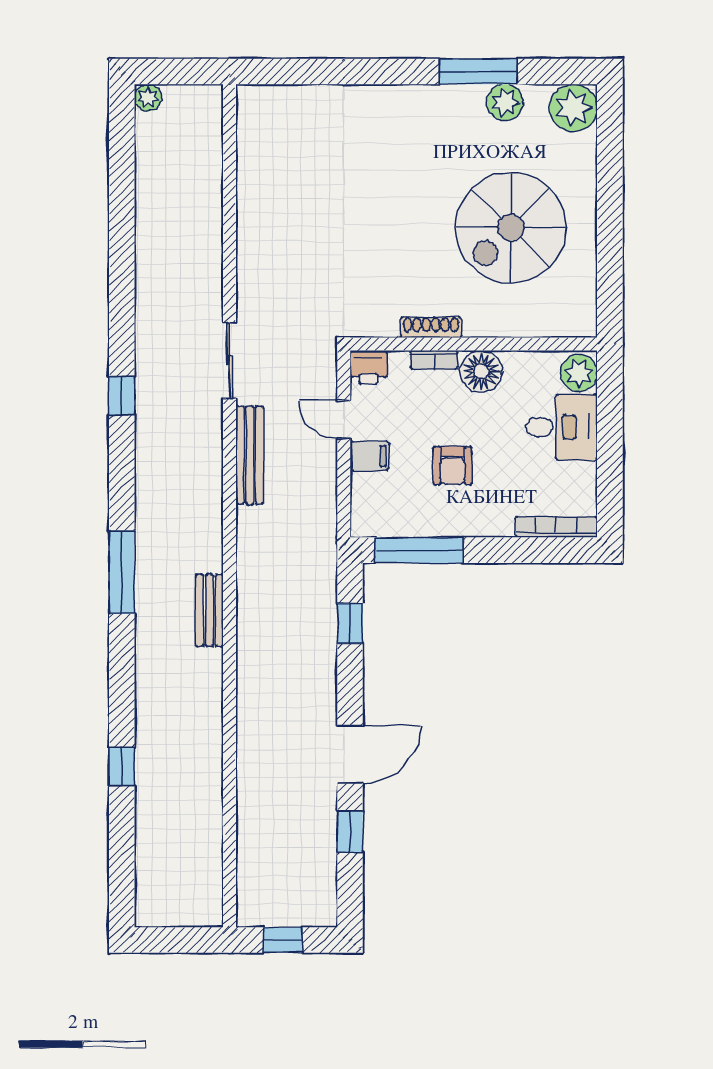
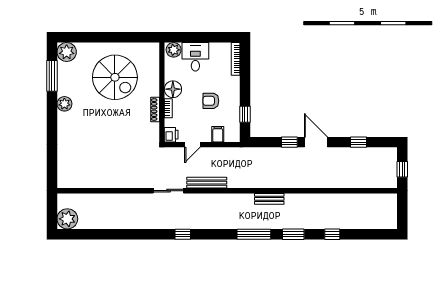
window: (478, 72) -> (52, 76), moved
plant: (148, 98) -> (67, 219), width x1.88, depth x1.88
plant: (505, 102) -> (64, 104), moved
filing cabinet: (369, 456) -> (218, 134), moved
armchair: (453, 466) -> (211, 101), turned 180
window: (419, 550) -> (245, 114), width x0.46
window: (350, 623) -> (289, 142), moved
window: (122, 670) -> (293, 234), added
door: (350, 754) -> (316, 142), moved

